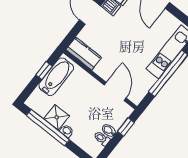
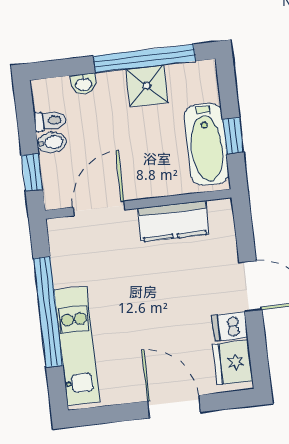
kitchen counter: (84, 54) -> (173, 221), moved
door: (115, 92) -> (99, 209), swing flipped
washbasin: (67, 131) -> (84, 84), moved

